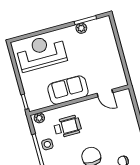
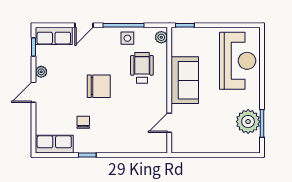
plant: (81, 28) -> (248, 122), width x1.88, depth x1.88
wheelchair: (68, 127) -> (142, 68), turned 180

